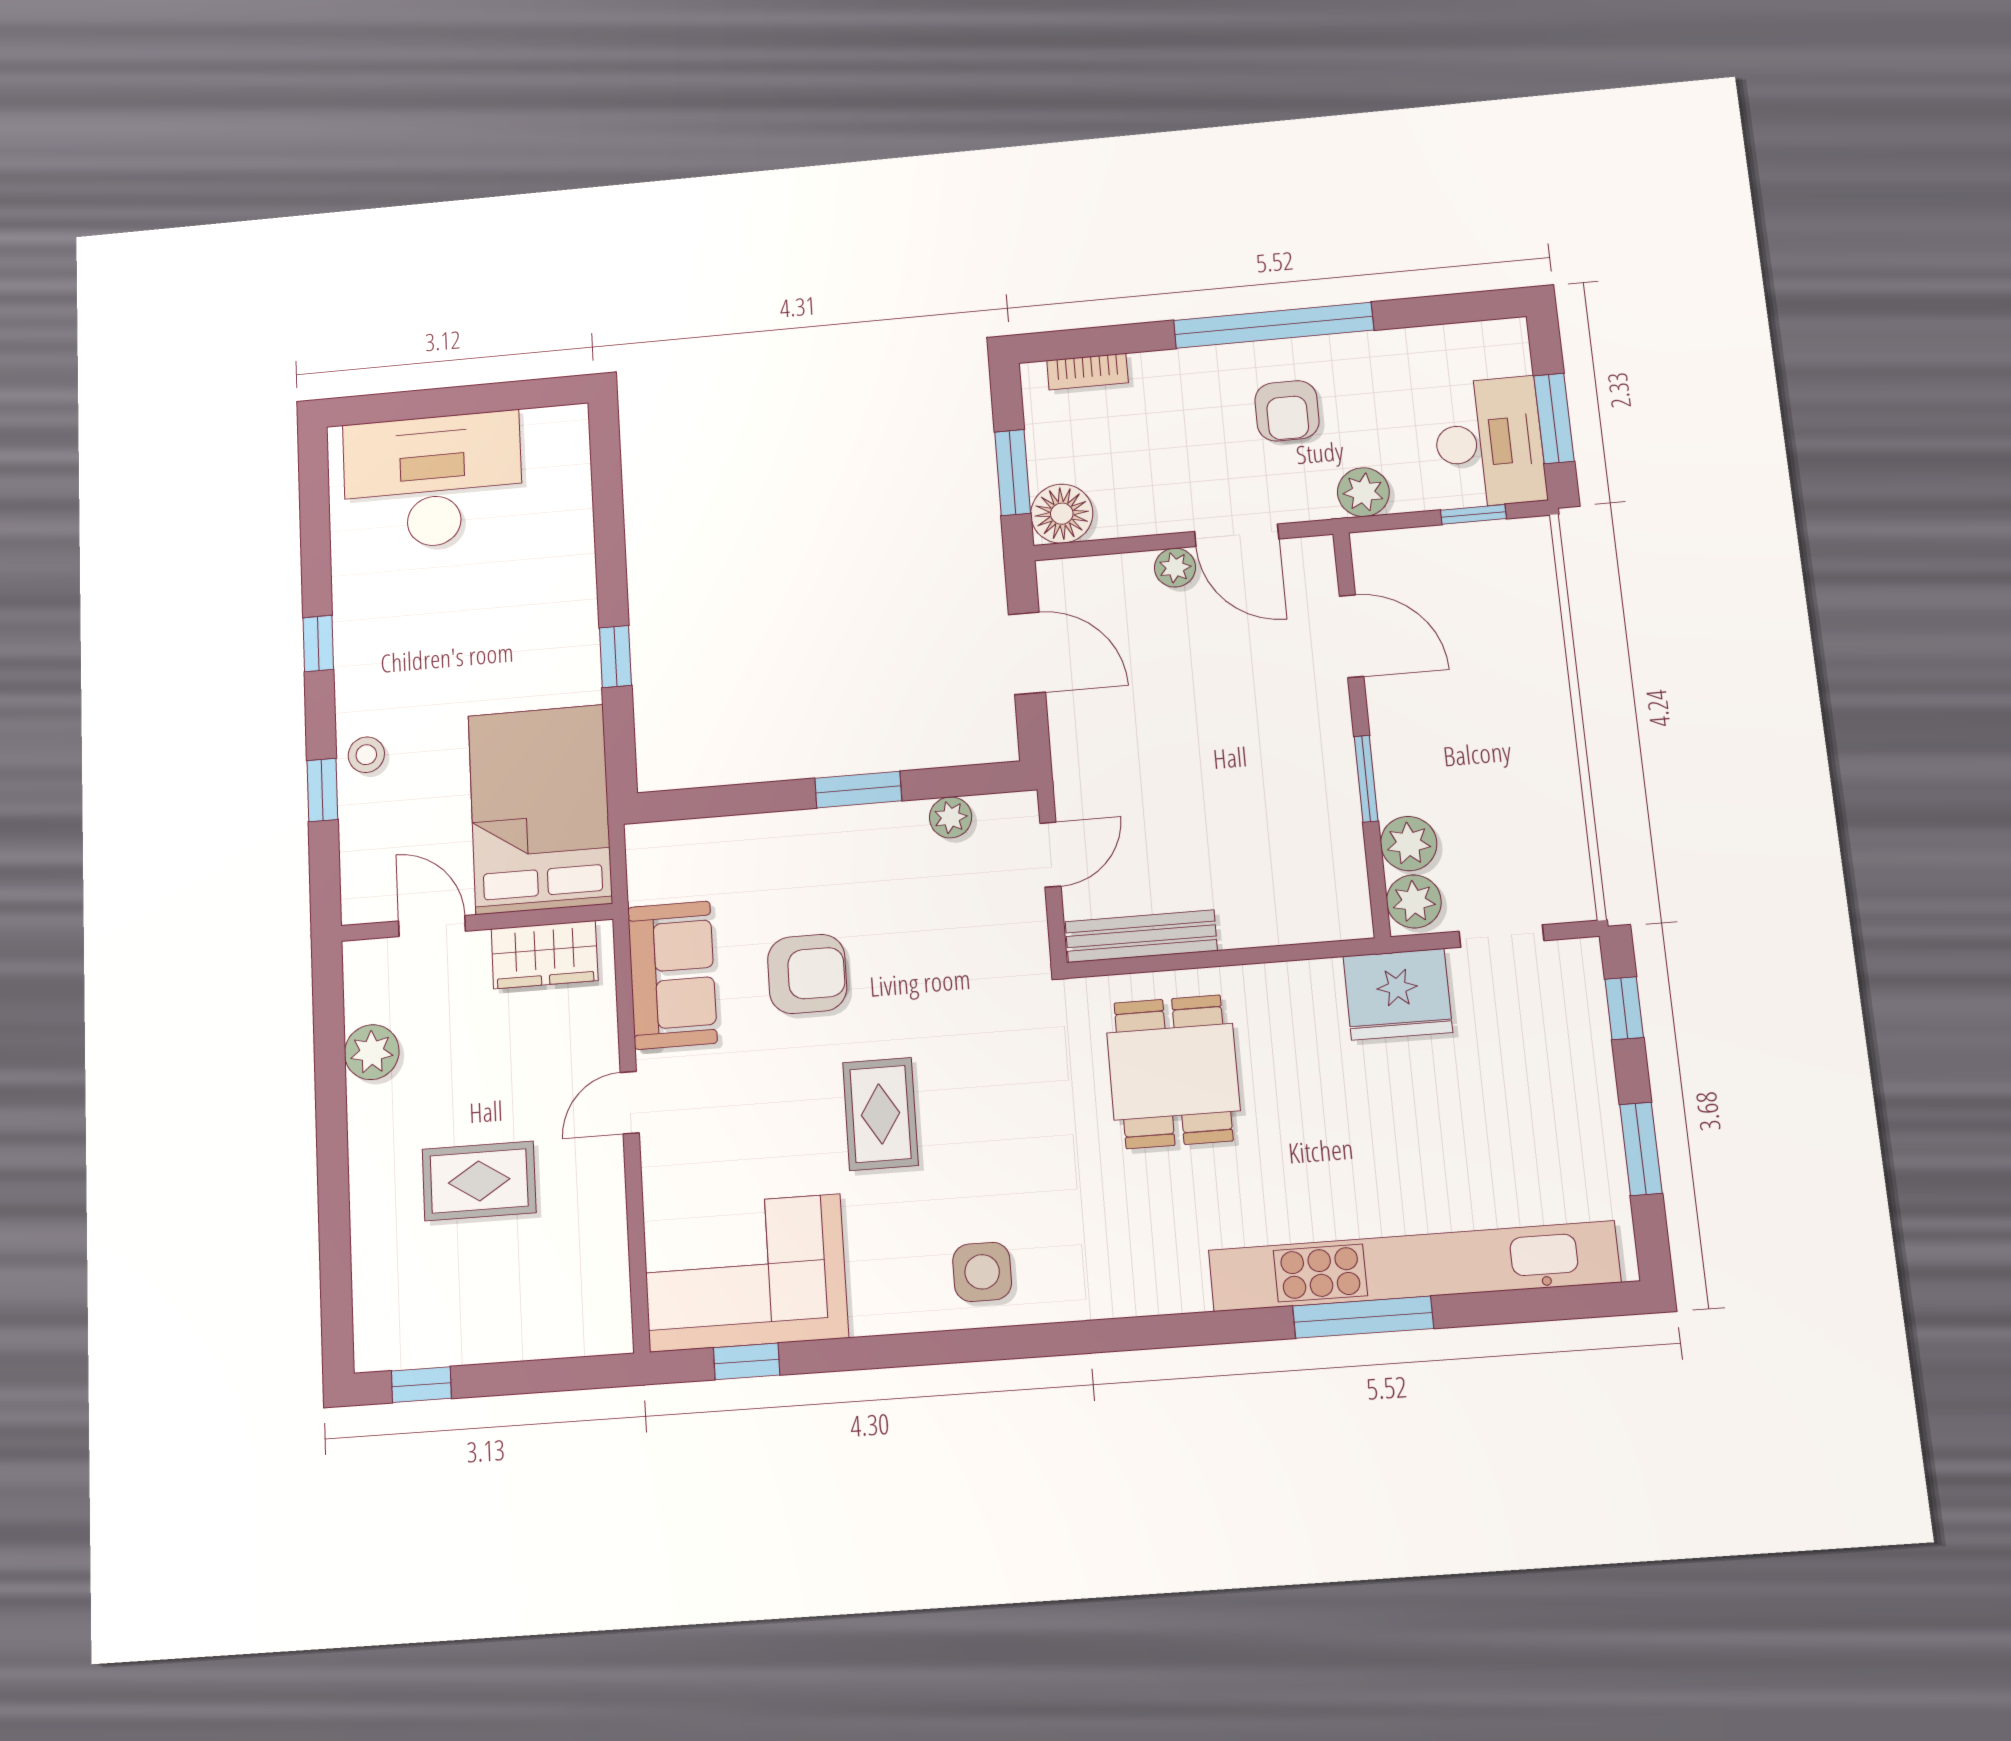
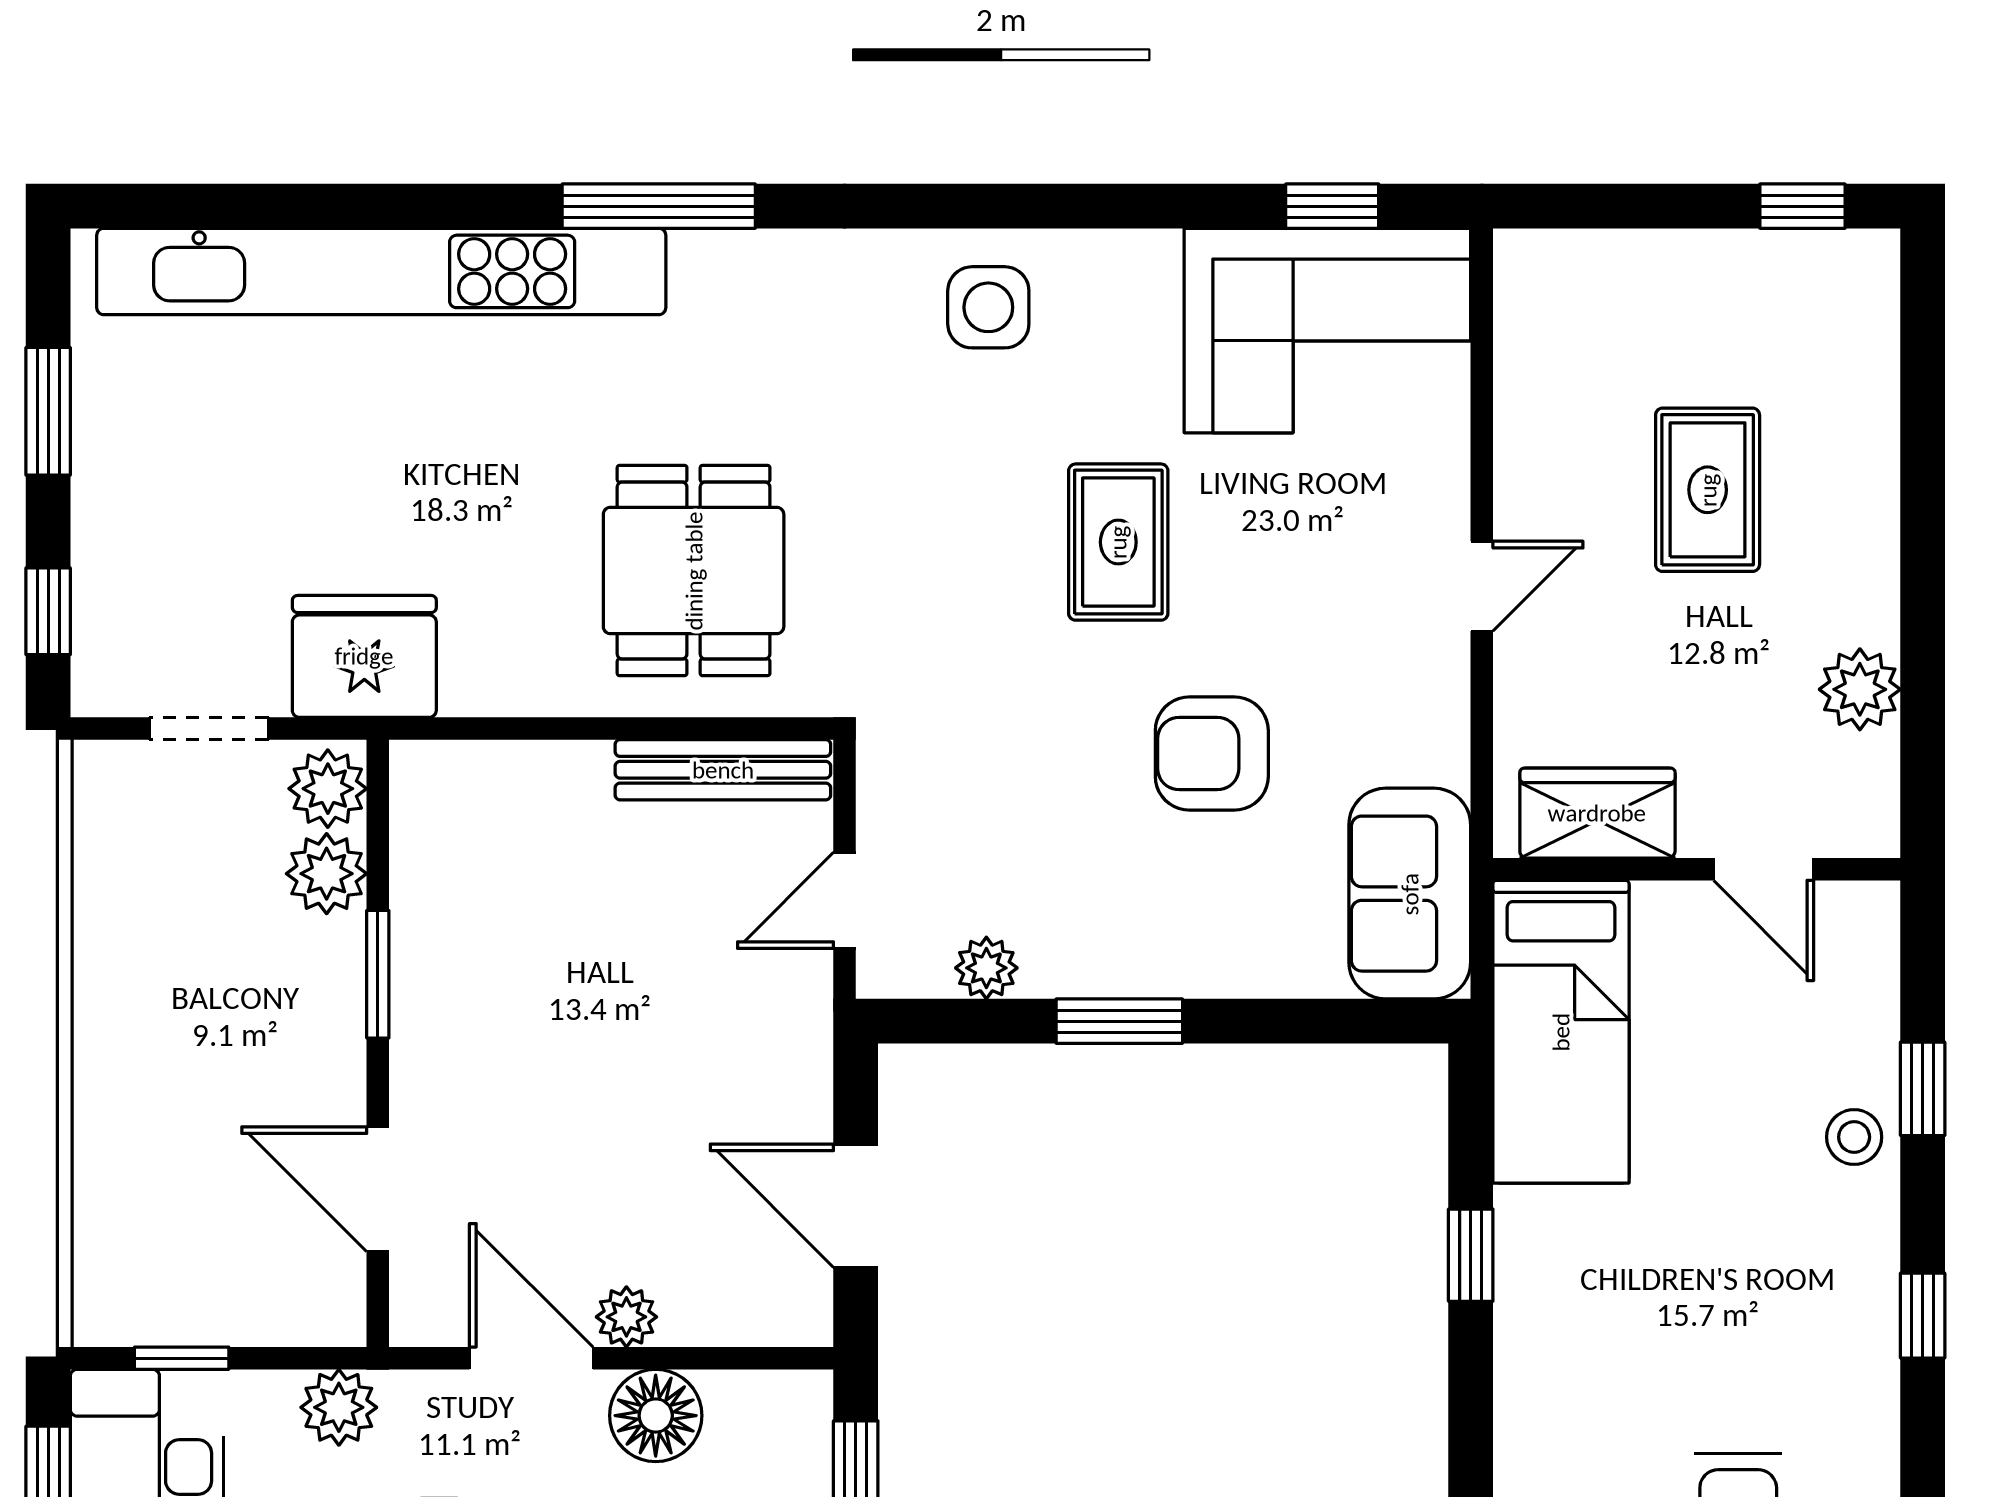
floor lamp: (1062, 514) -> (656, 1416), moved
bed: (540, 809) -> (1561, 1032), width x0.67
sofa: (672, 975) -> (1410, 894), moved
rug: (479, 1181) -> (1708, 490), turned 90
window: (1363, 1317) -> (659, 206), moved

